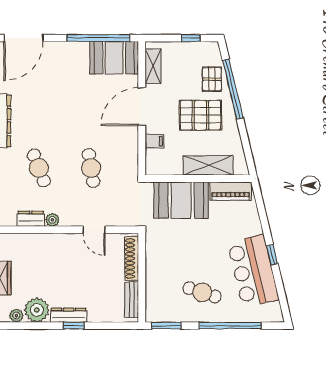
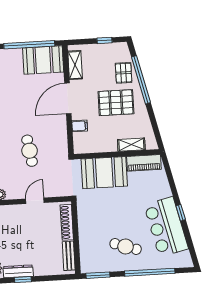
shelving: (208, 165) -> (131, 145), width x0.67, depth x0.75
door: (94, 230) -> (35, 201), swing flipped

